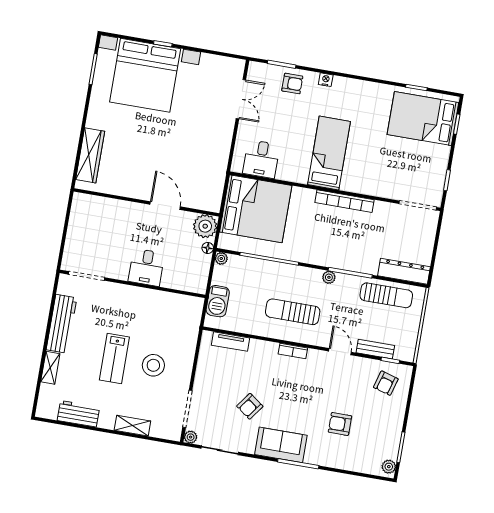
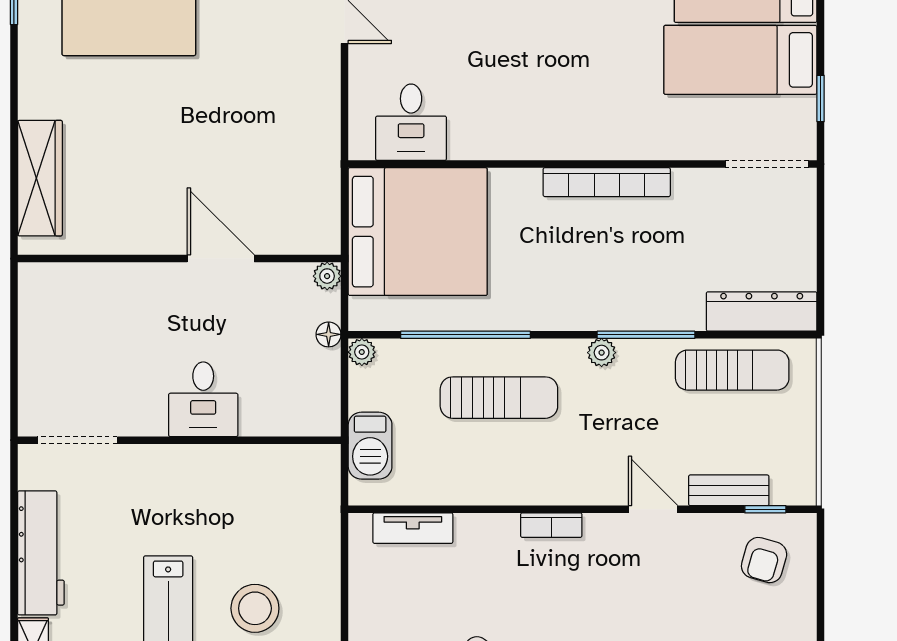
bed: (329, 153) -> (740, 60), moved, turned -90
plant: (205, 226) -> (327, 276), width x0.53, depth x0.53
sun lounger: (293, 312) -> (499, 398), moved, turned 180

